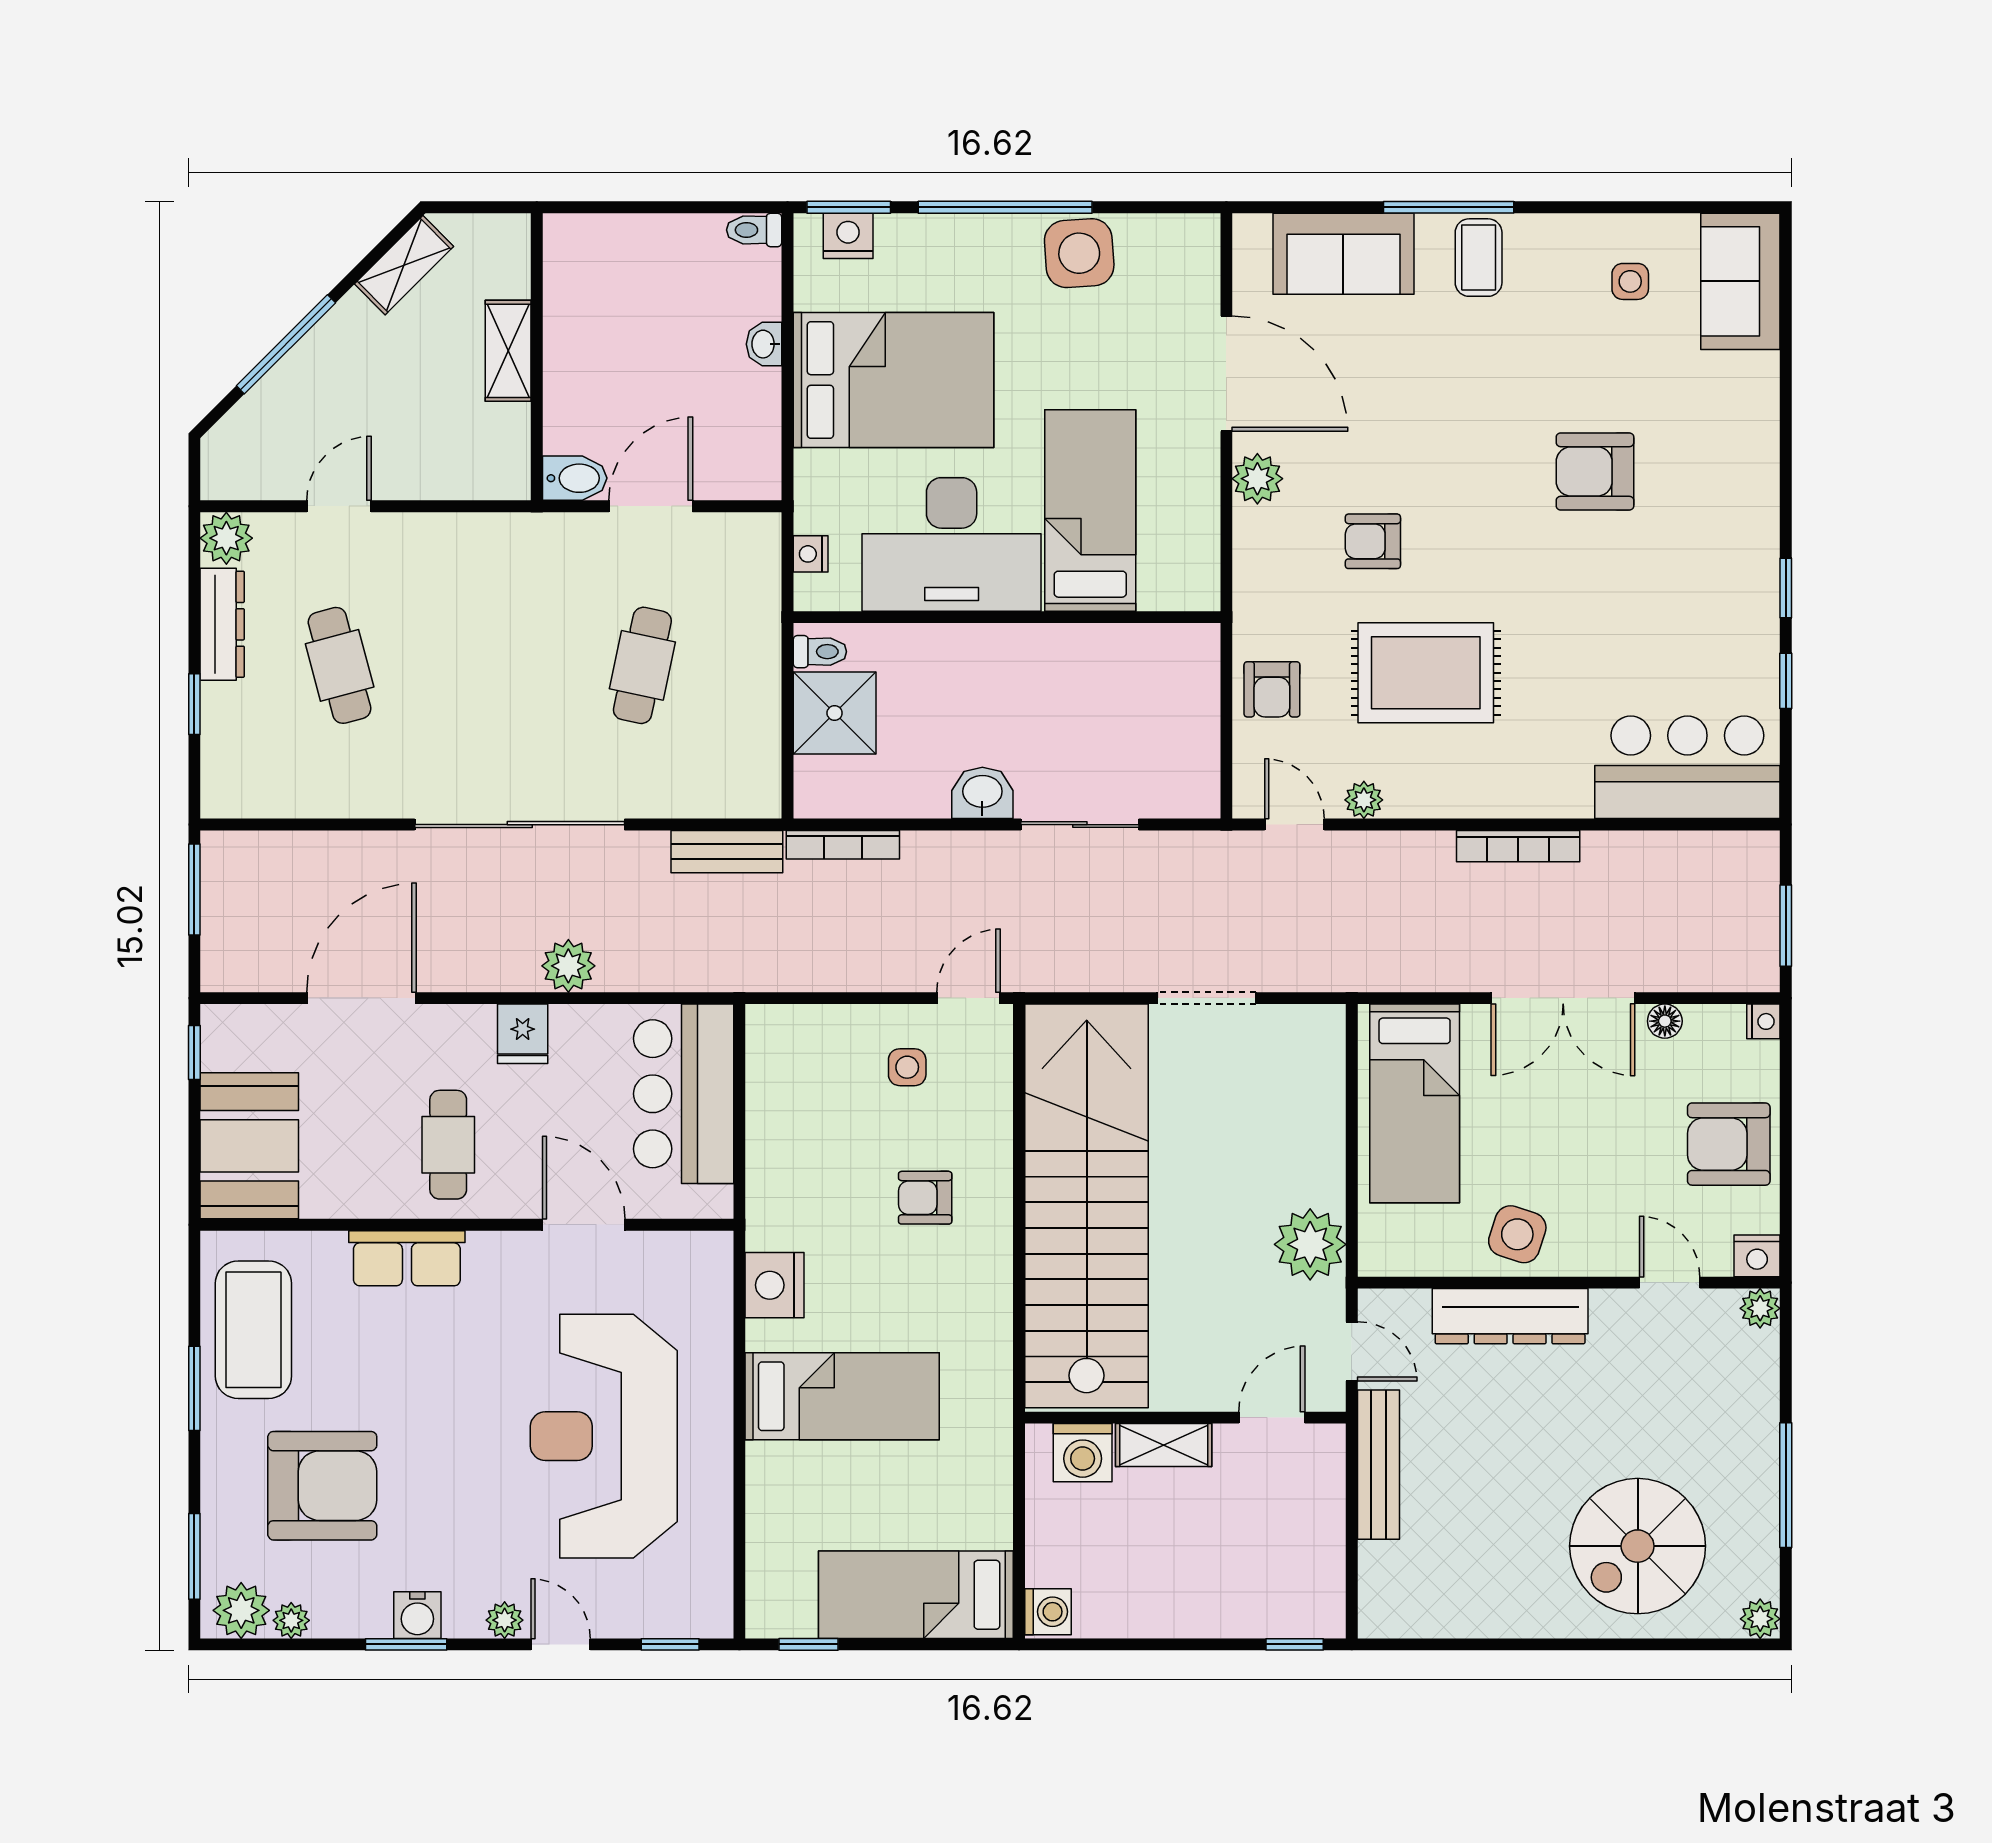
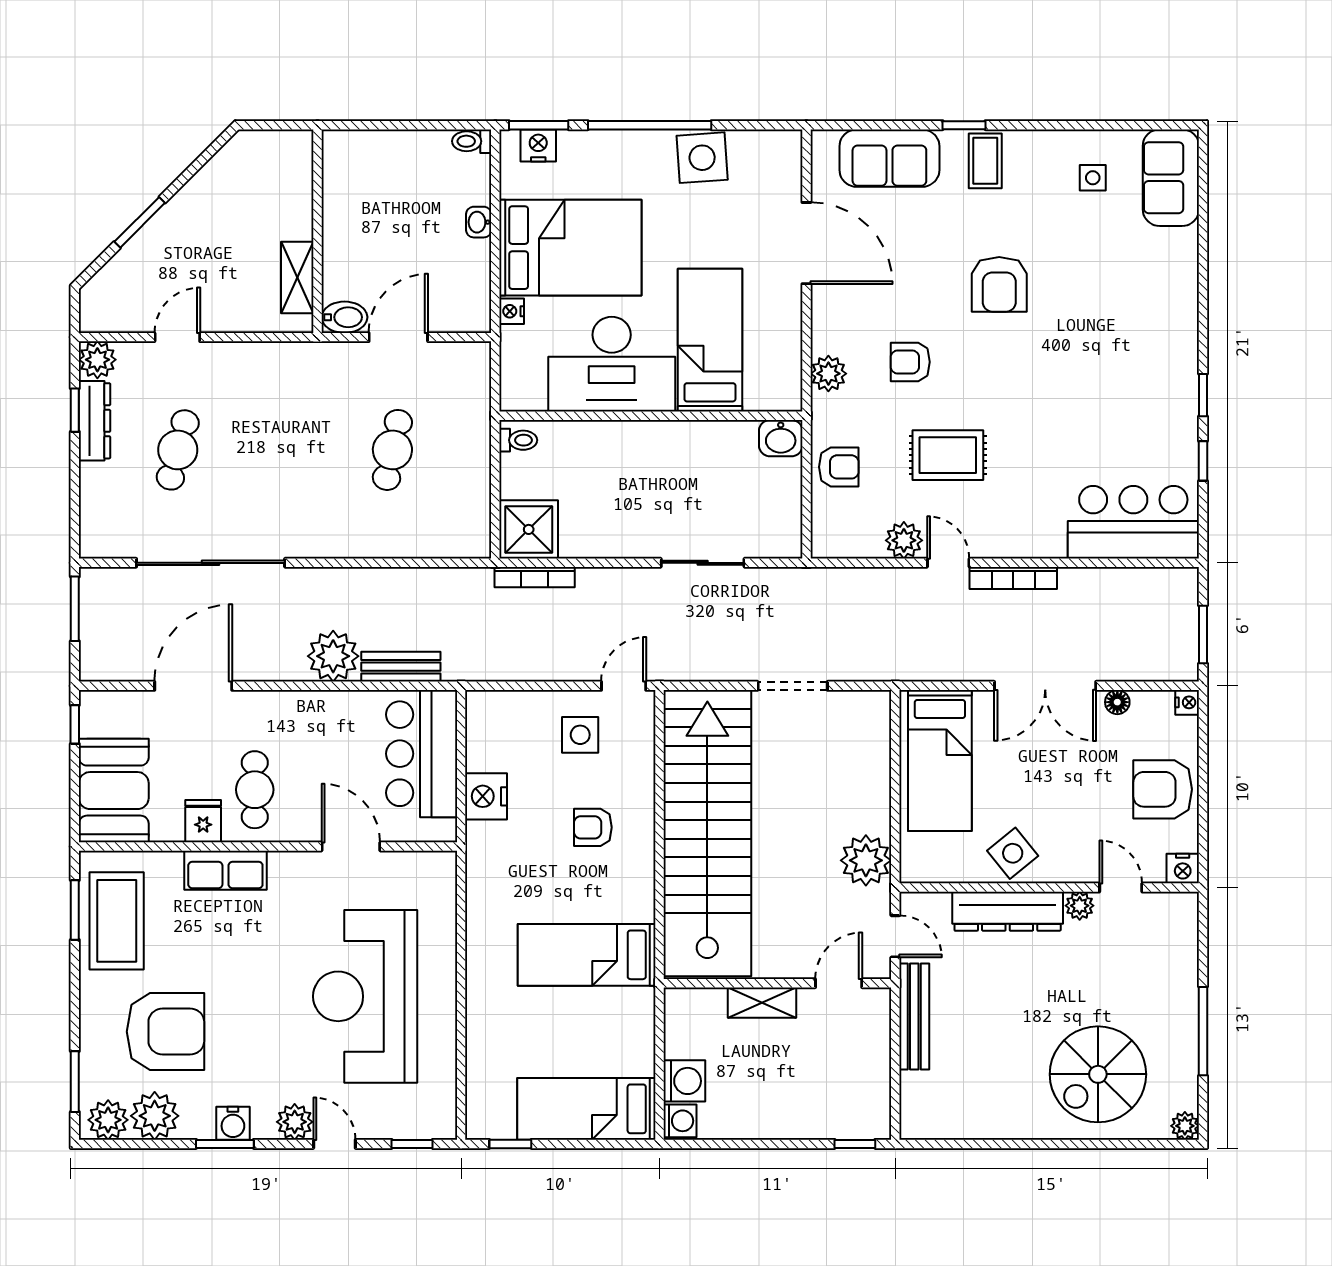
window: (1449, 207) -> (964, 125), width x0.46
shelving: (404, 265) -> (223, 166), removed
window: (286, 344) -> (140, 222), width x0.69
shelving: (508, 351) -> (297, 278), moved
armchair: (1595, 471) -> (999, 284), moved, turned -90
plant: (1257, 479) -> (828, 374), moved
nightstand: (811, 554) -> (512, 311), moved
cafe table: (340, 665) -> (178, 450), turned 30
rug: (1426, 673) -> (948, 455), width x0.73, depth x0.70
armchair: (1272, 689) -> (839, 467), turned -90
window: (194, 704) -> (75, 410), moved
shower: (835, 713) -> (529, 529), moved
washbasin: (982, 793) -> (781, 438), moved, turned 180
plant: (1364, 800) -> (904, 540), width x1.38, depth x1.38
sliding door: (520, 825) -> (211, 563), moved
door: (1295, 825) -> (948, 563), moved
bench: (727, 852) -> (401, 667), moved
plant: (568, 966) -> (333, 656), width x1.36, depth x1.36
fridge: (523, 1034) -> (203, 821), moved, turned 180
side table: (907, 1067) -> (580, 735), width x1.37, depth x1.37
side table: (1517, 1234) -> (1013, 853), turned 33
nightstand: (774, 1285) -> (486, 796), moved
plant: (1760, 1308) -> (1080, 906), moved
window: (194, 1388) -> (75, 910), moved
bed: (842, 1396) -> (587, 955), moved, turned 180
washing machine: (1083, 1453) -> (684, 1081), moved, turned -90
plant: (291, 1620) -> (155, 1116), width x1.88, depth x1.88
plant: (505, 1620) -> (295, 1122), width x1.38, depth x1.38

